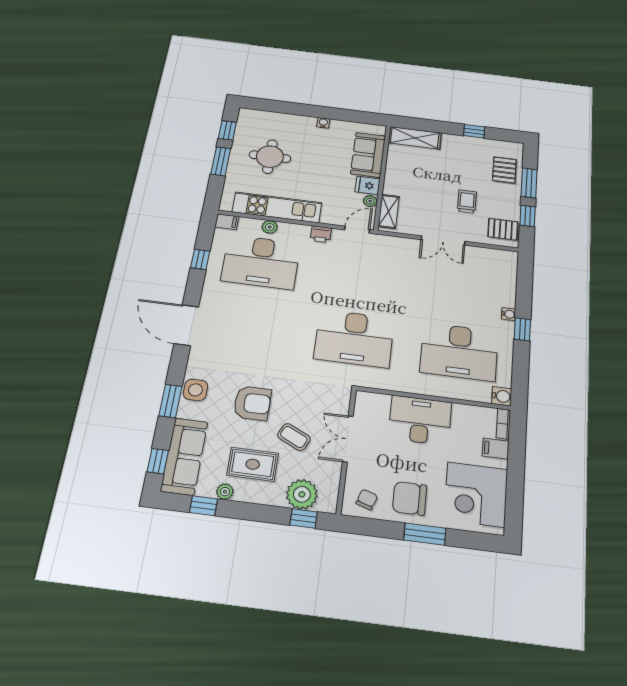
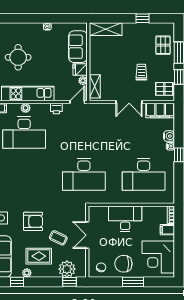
filing cabinet: (494, 259) -> (160, 111), added
water cooler: (502, 396) -> (169, 136), moved

